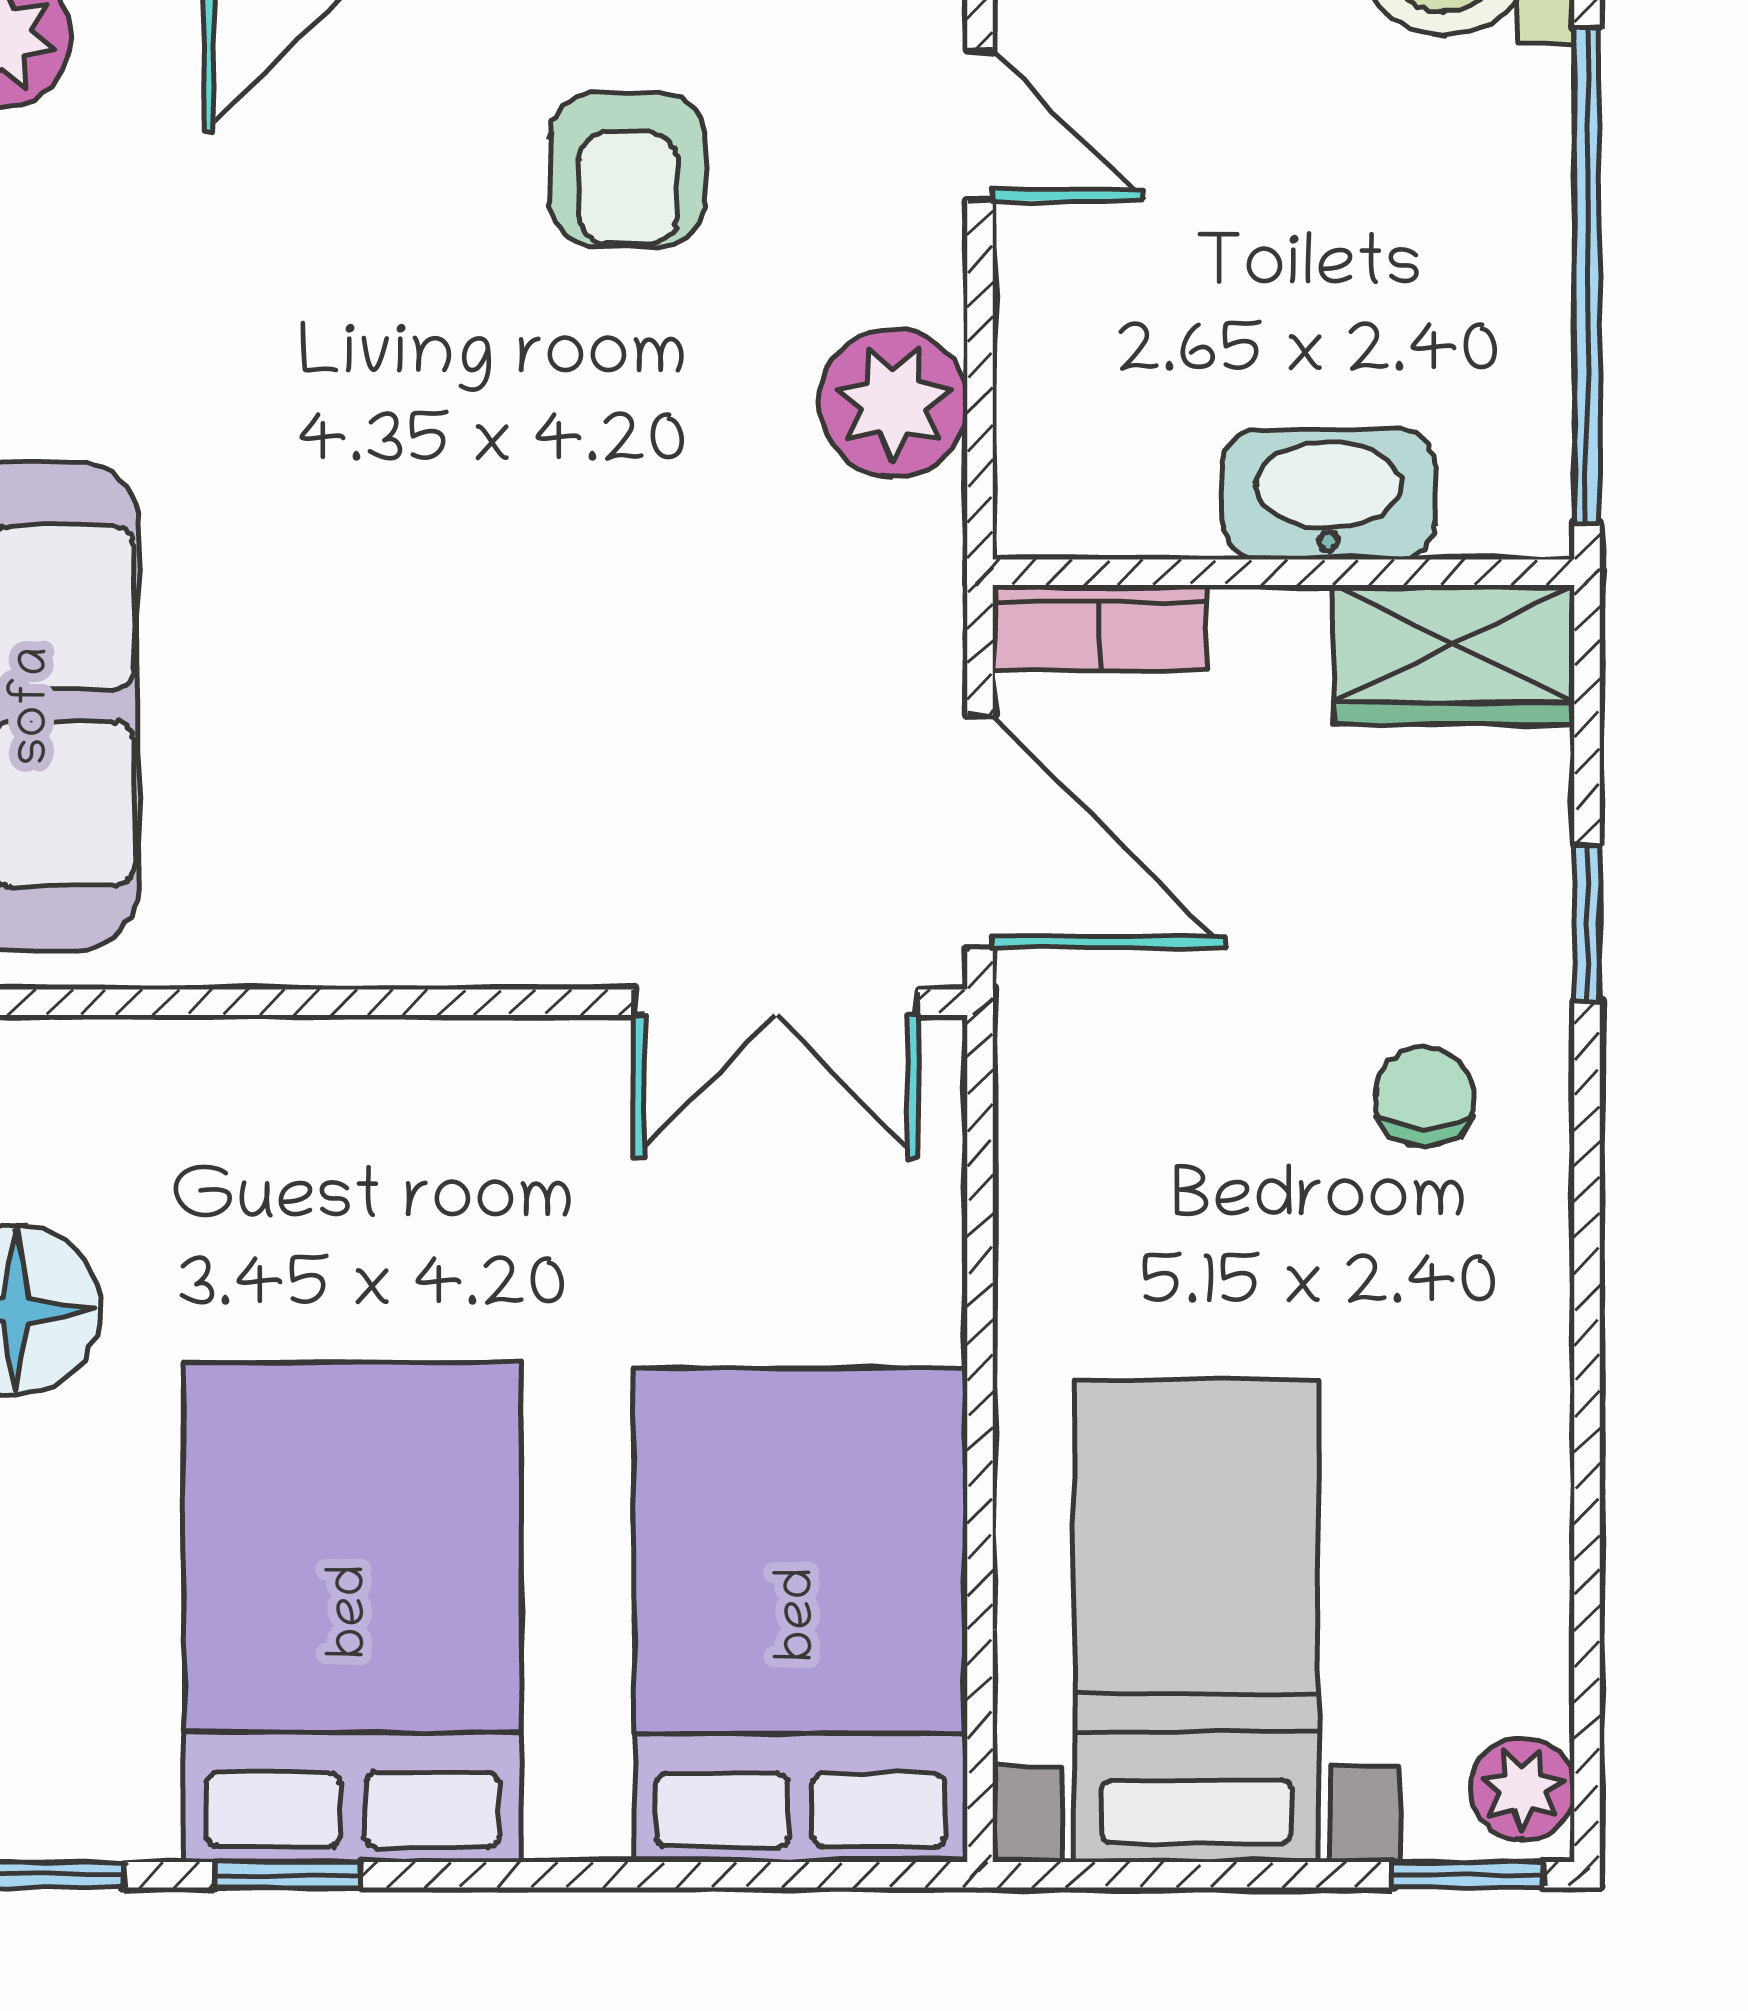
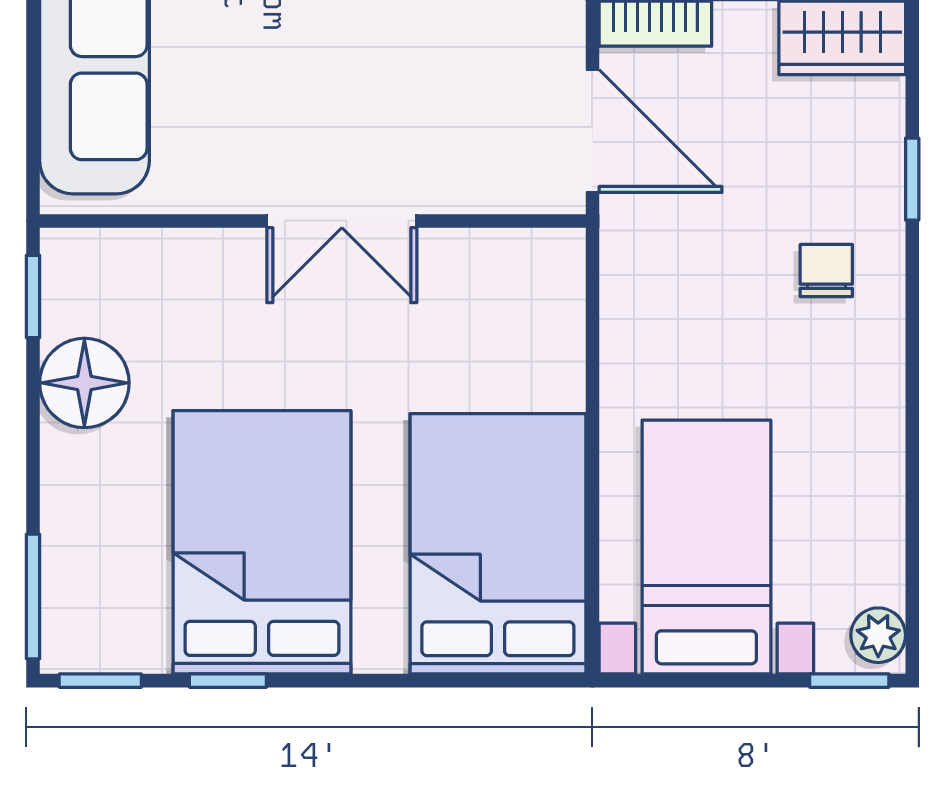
double door: (776, 1002) -> (342, 221), moved

